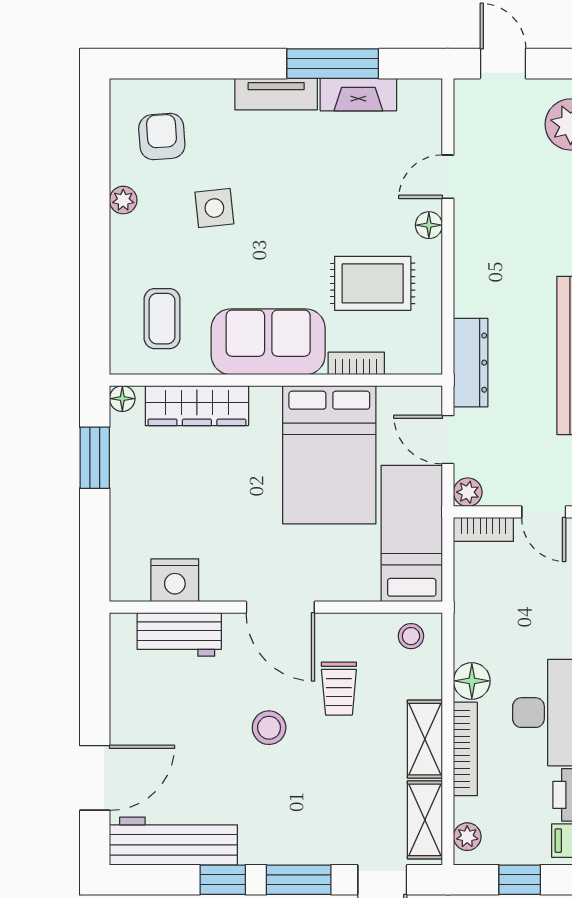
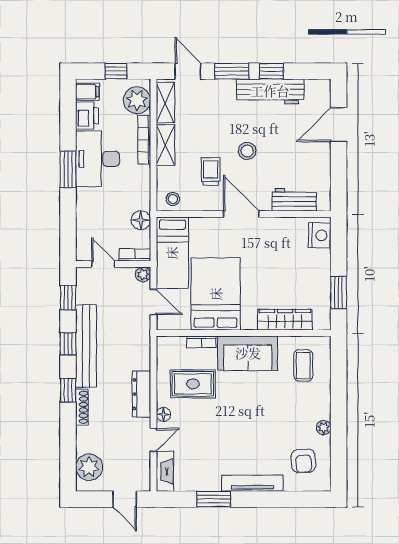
window: (333, 64) -> (214, 499), width x0.69
tv unit: (276, 94) -> (252, 483), width x1.41
fireplace: (358, 95) -> (165, 471), moved, turned 90
side table: (214, 208) -> (276, 423), removed
dresser: (471, 363) -> (141, 394), moved
floor lamp: (122, 399) -> (324, 323), removed
nightstand: (175, 580) -> (320, 235), moved, turned 90
floor lamp: (472, 681) -> (141, 220), moved
plant: (467, 837) -> (137, 100), width x1.88, depth x1.88
workbench: (173, 841) -> (270, 91), moved

